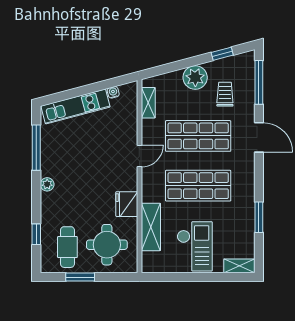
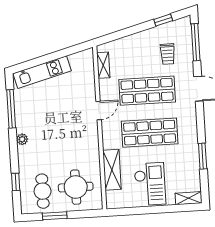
plant: (195, 77) -> (142, 41), removed
water cooler: (113, 92) -> (73, 58), removed
trolley: (225, 94) -> (168, 54), turned 180
fridge: (127, 204) -> (90, 152), removed

